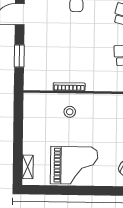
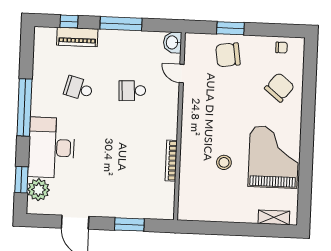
stool: (70, 112) -> (224, 162), moved

